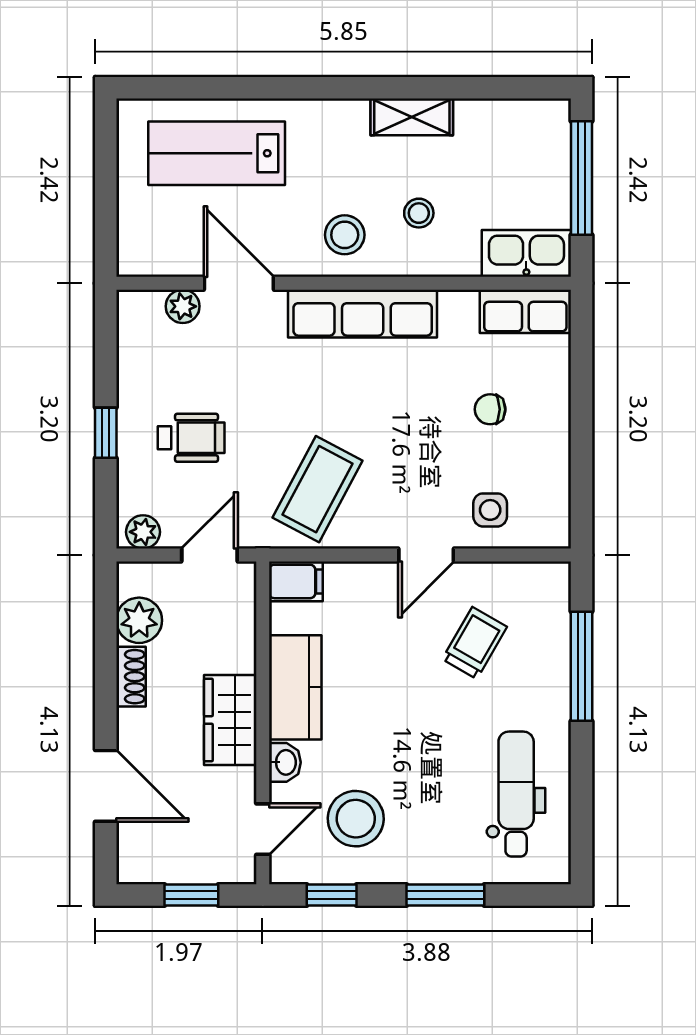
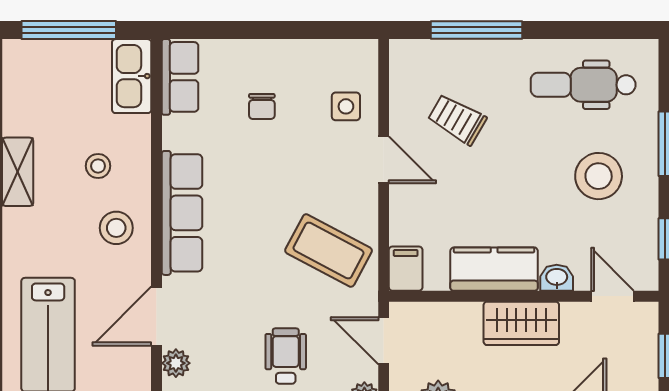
stool: (356, 819) -> (599, 176), moved

